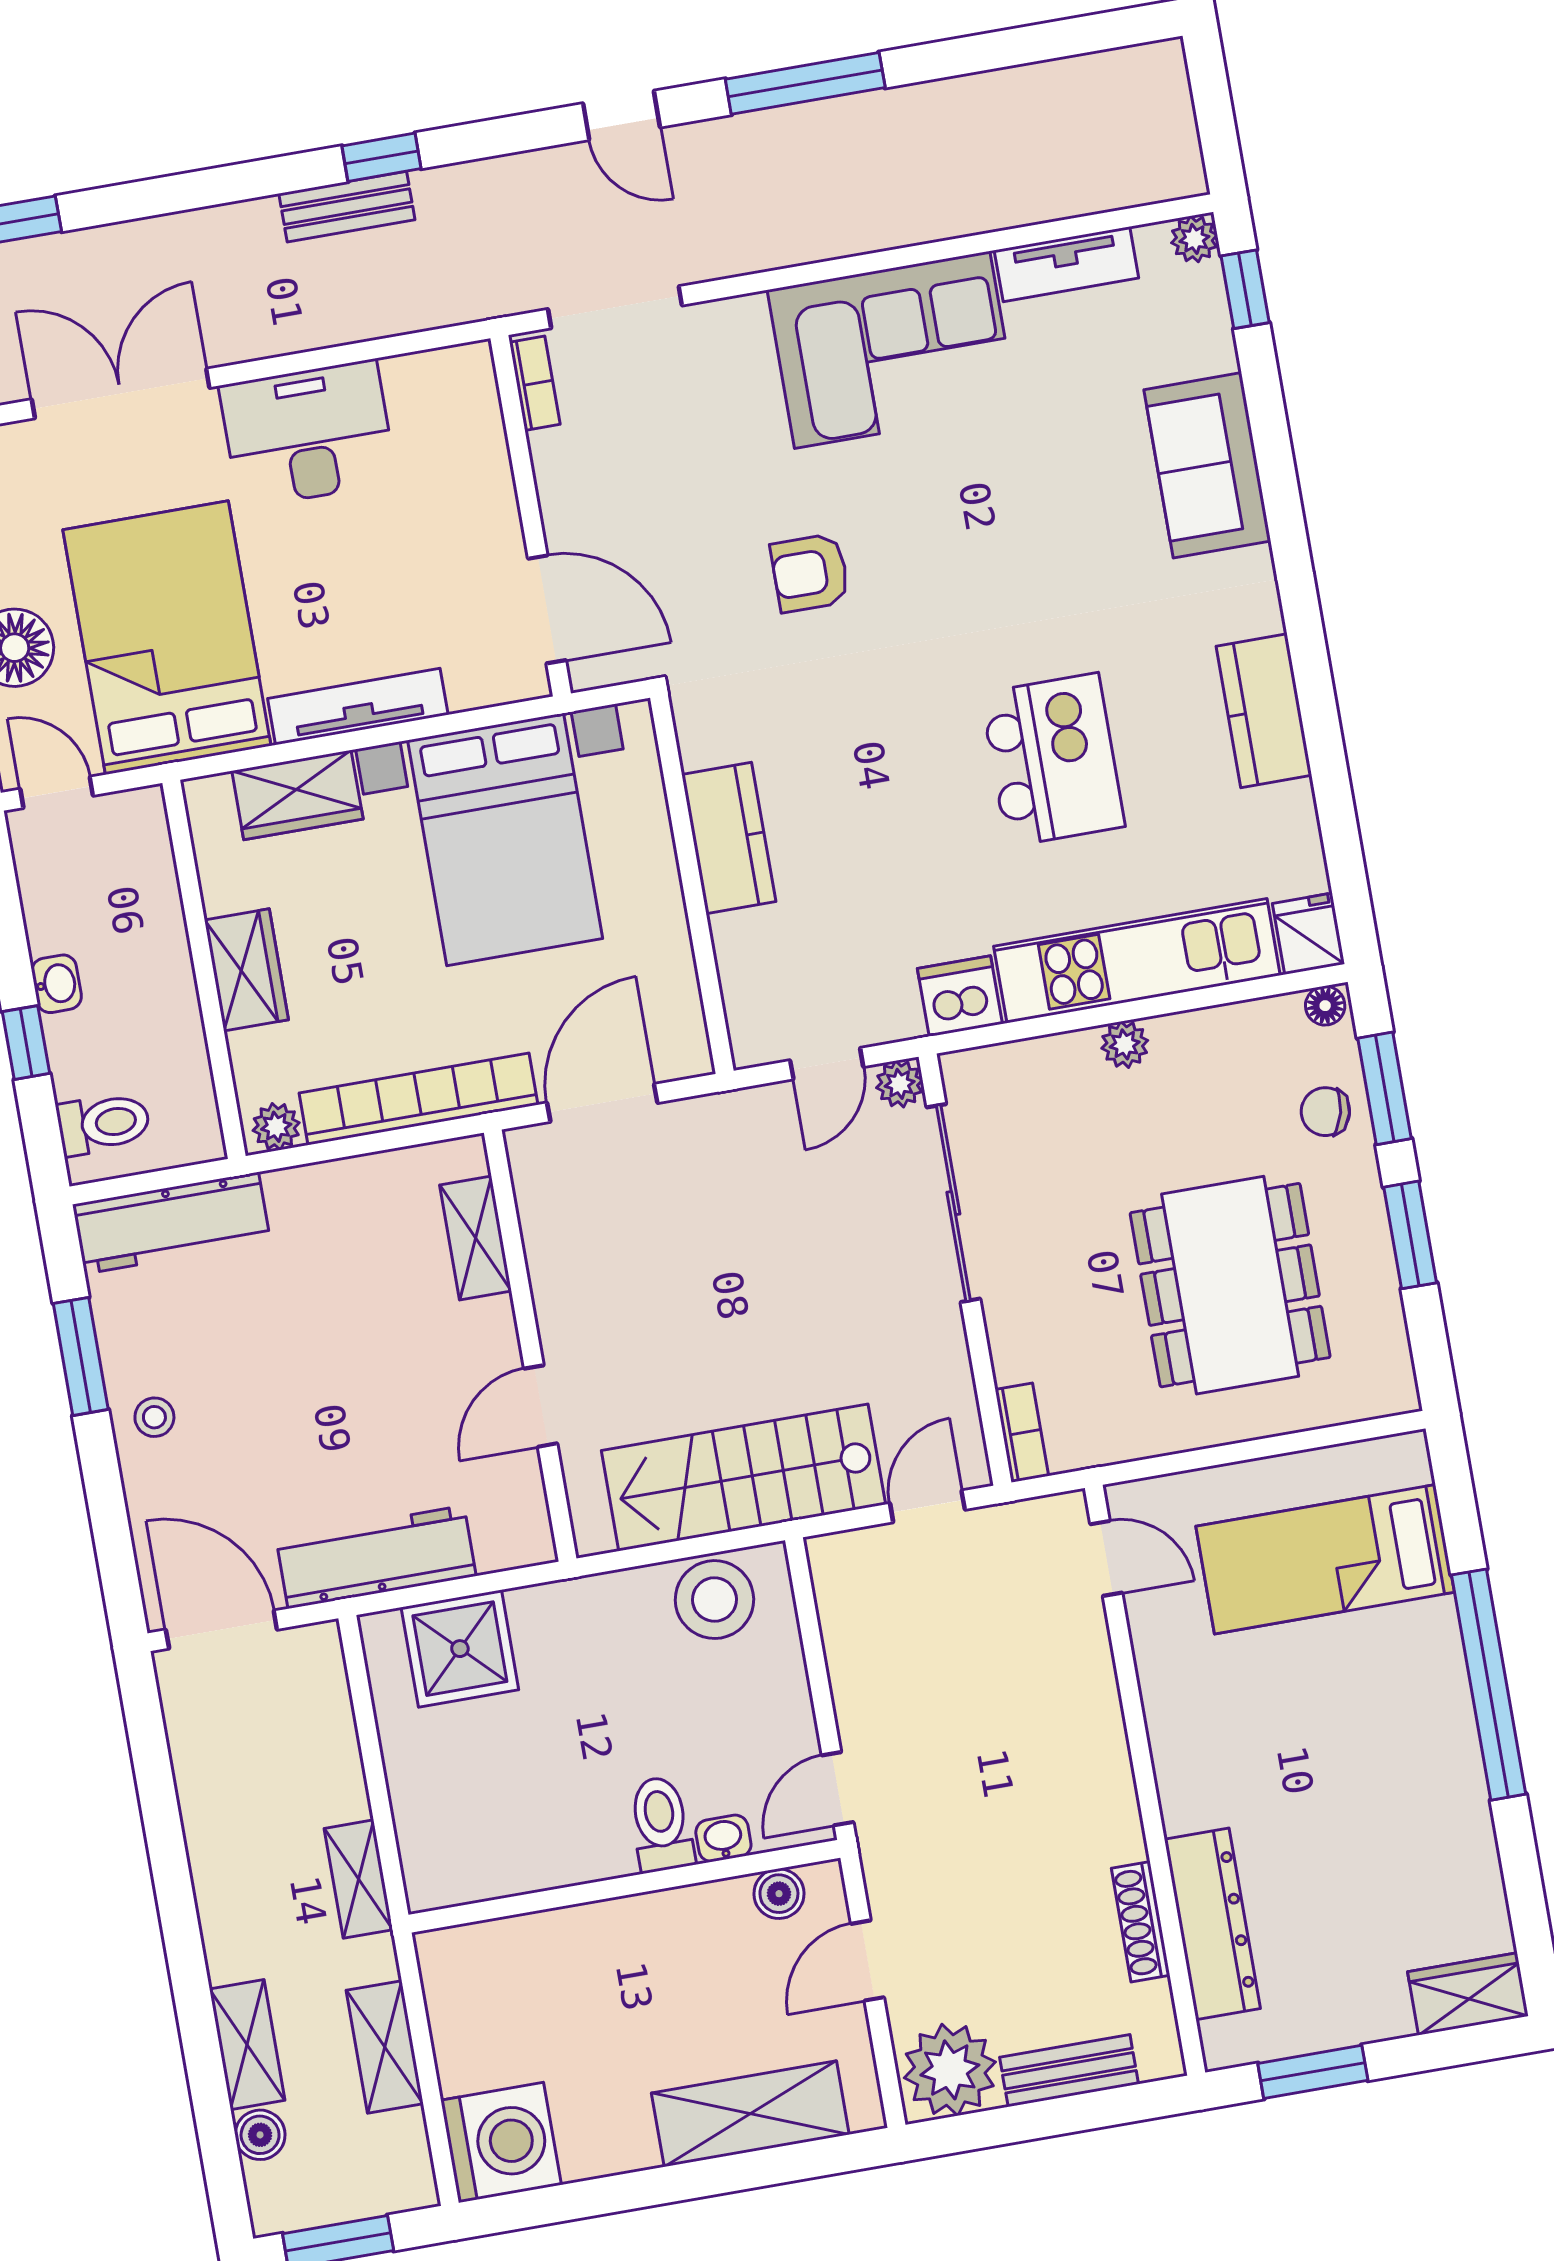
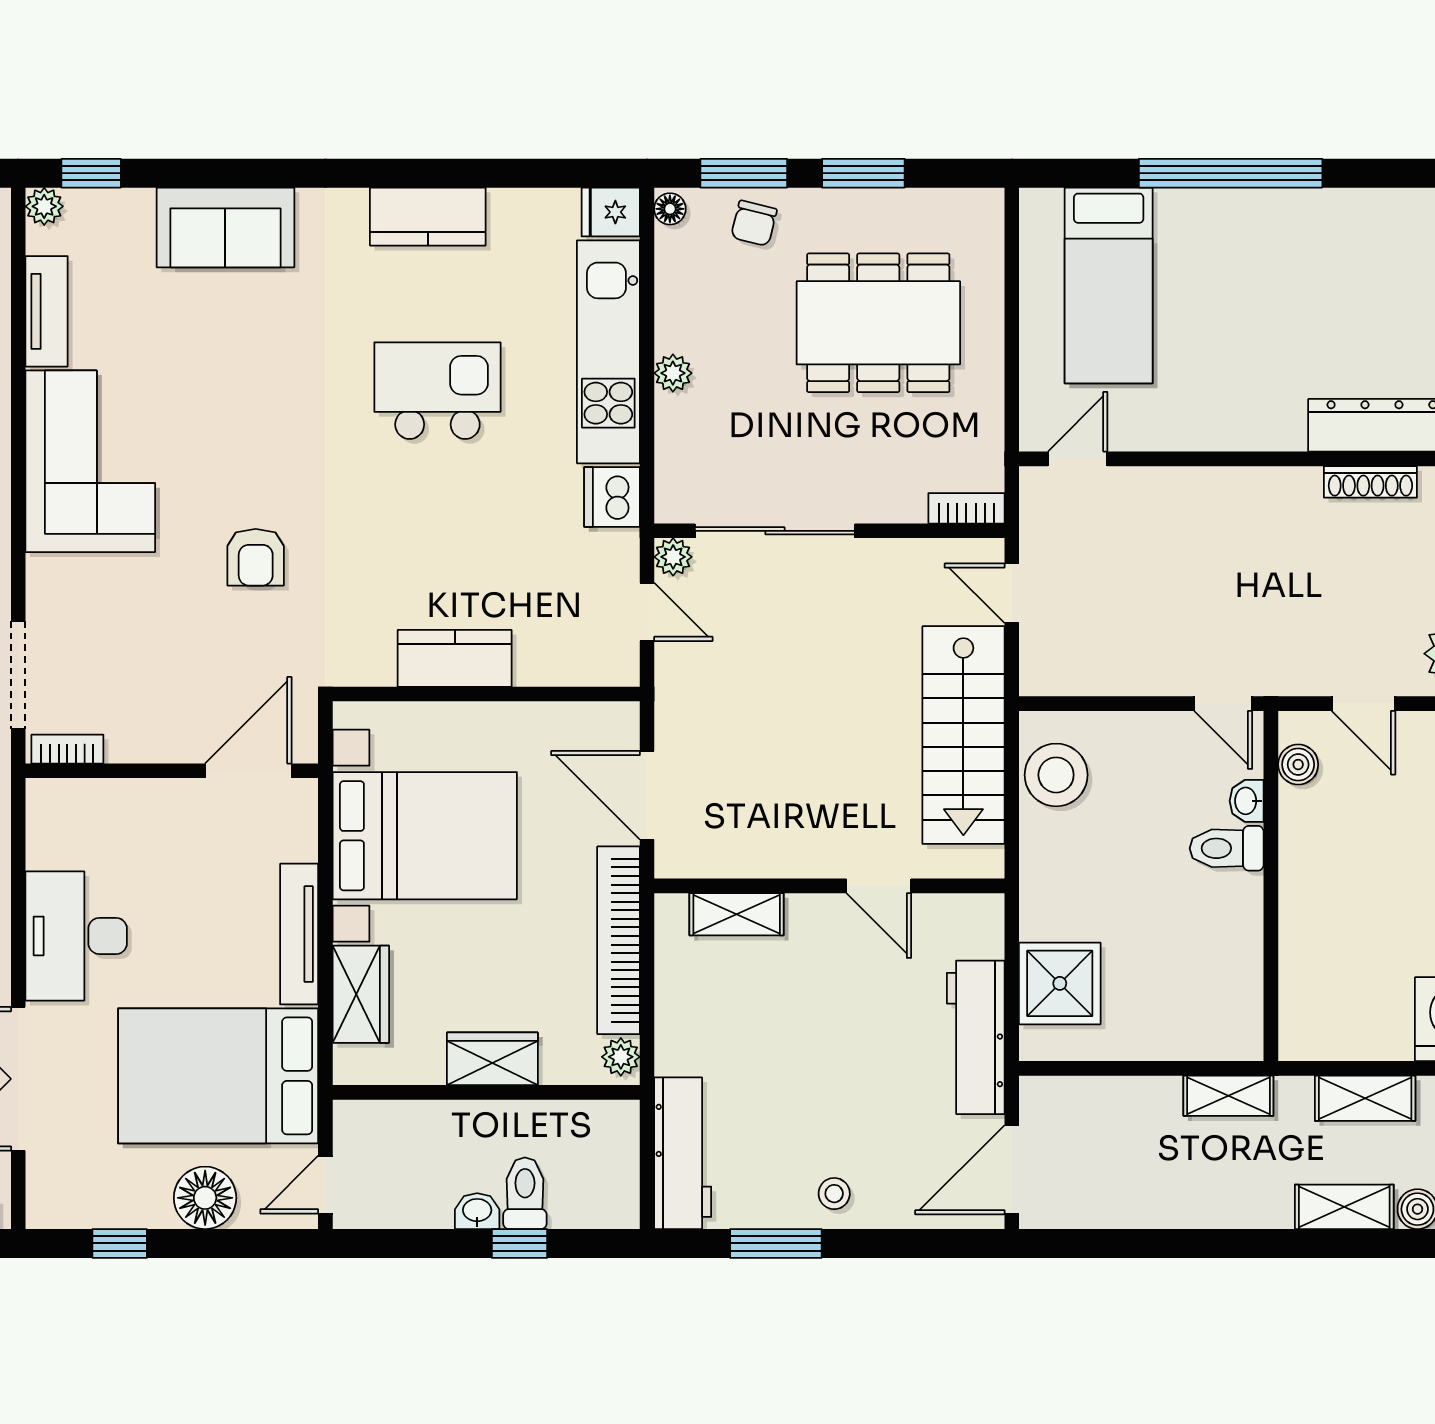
toilet: (104, 1124) -> (525, 1193), moved

